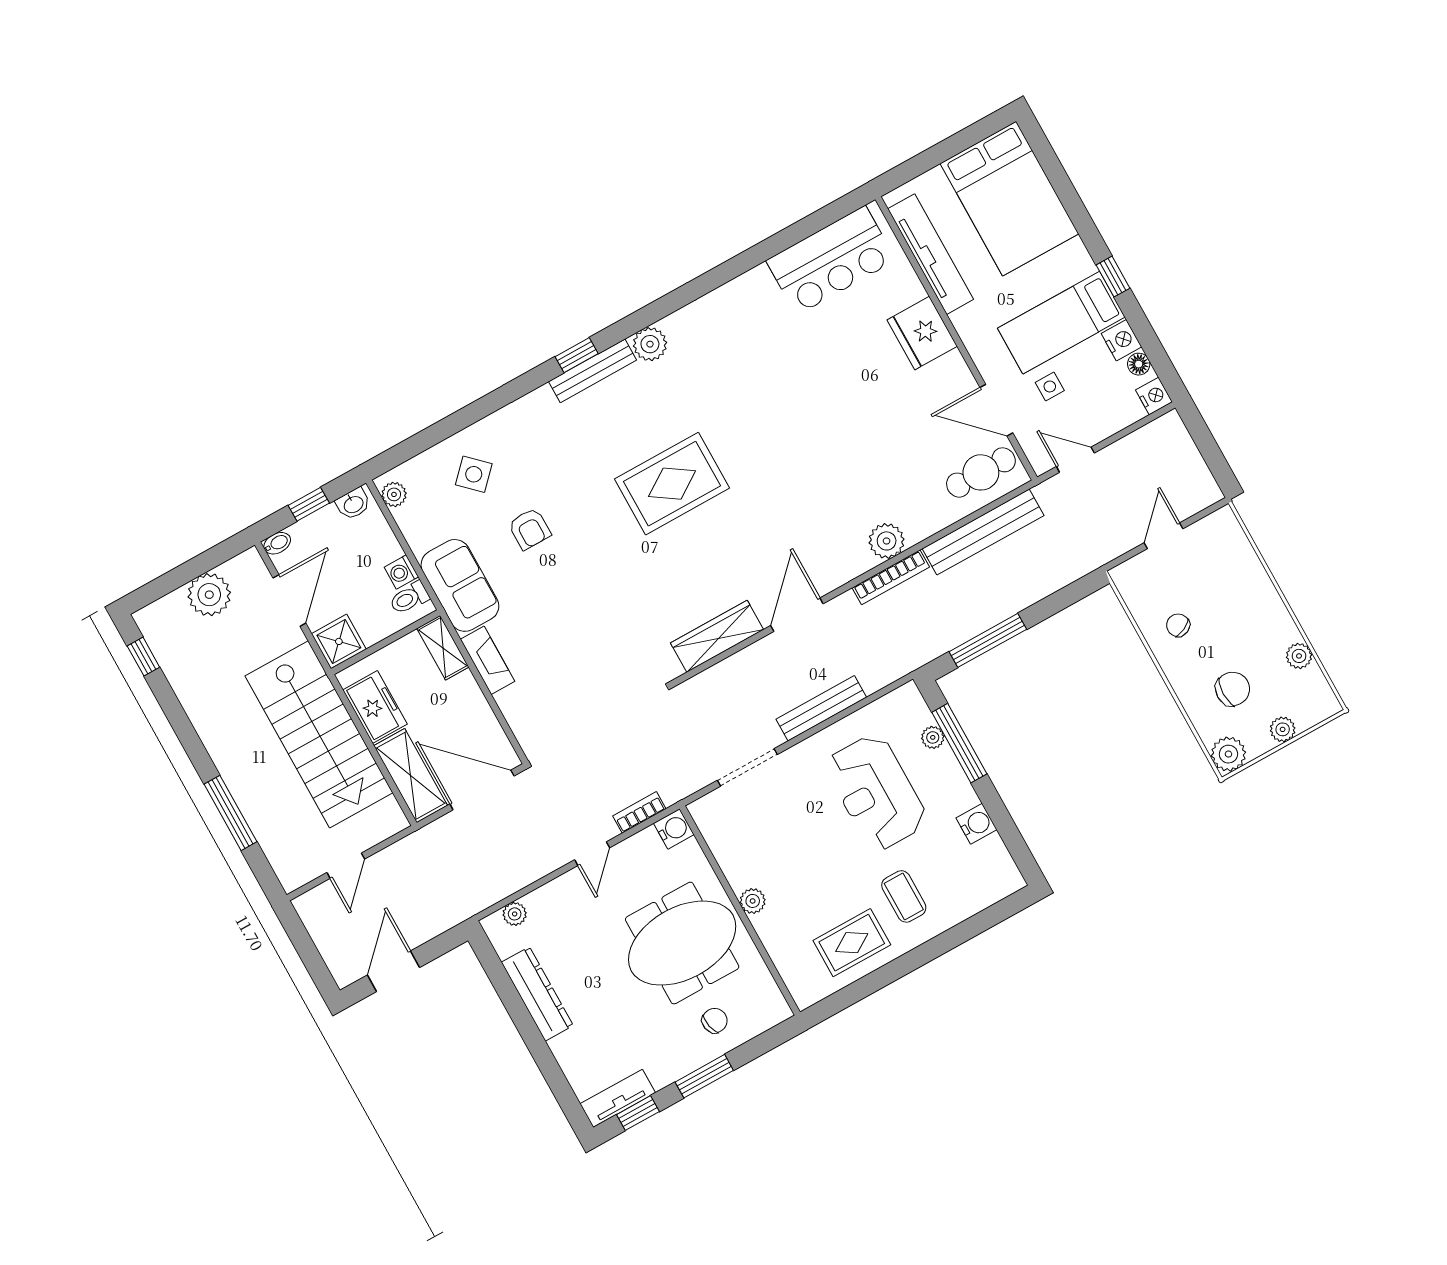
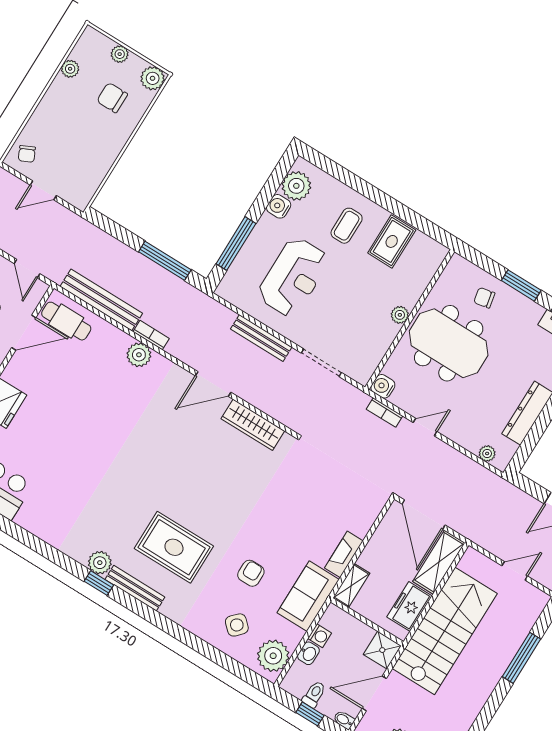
window: (577, 355) -> (99, 583), moved
door: (996, 410) -> (24, 333), hinge flipped
rug: (672, 484) -> (174, 547), moved
plant: (394, 494) -> (273, 656), width x1.87, depth x1.87
washbasin: (353, 504) -> (308, 653), moved, turned 90
bookcase: (891, 577) -> (151, 335), width x0.64
toilet: (409, 598) -> (314, 694), moved, turned -90
chair: (1178, 625) -> (27, 154), moved
plant: (933, 737) -> (296, 186), moved, width x1.88, depth x1.88
rug: (852, 943) -> (392, 241), turned 90

